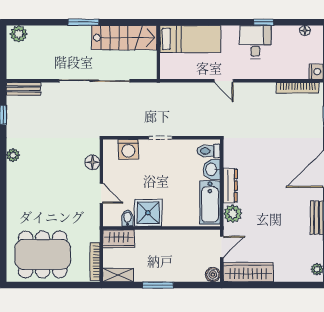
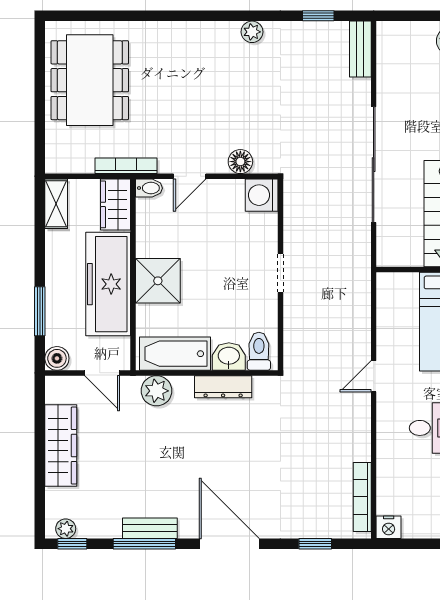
washing machine: (128, 149) -> (262, 195), moved
dresser: (230, 186) -> (223, 387), moved
shower: (148, 213) -> (158, 281), moved
bidet: (128, 218) -> (149, 188), moved
freezer: (167, 243) -> (108, 284), added
bookcase: (95, 262) -> (126, 166), moved
wardrobe: (248, 272) -> (61, 446), moved
window: (158, 285) -> (40, 311), moved

